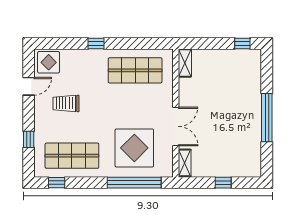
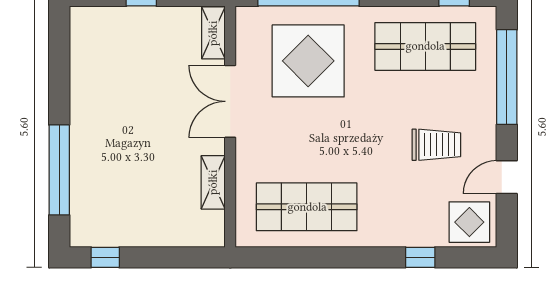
window: (96, 43) -> (420, 257), moved
shelving: (185, 63) -> (213, 182), moved
window: (267, 118) -> (59, 170), moved
window: (29, 139) -> (507, 77), width x3.17

